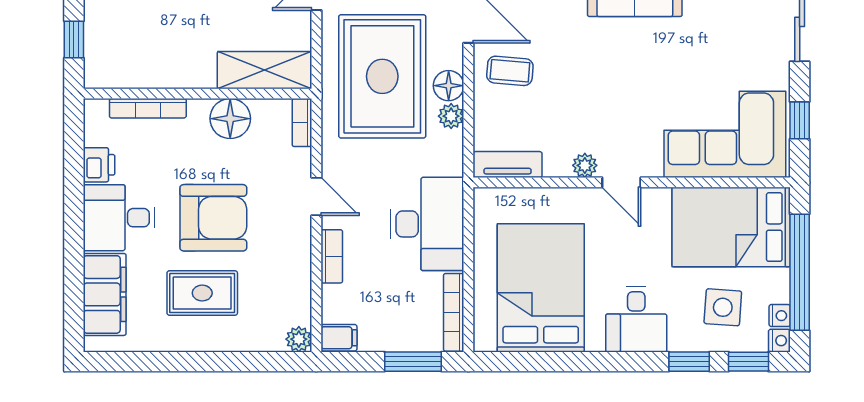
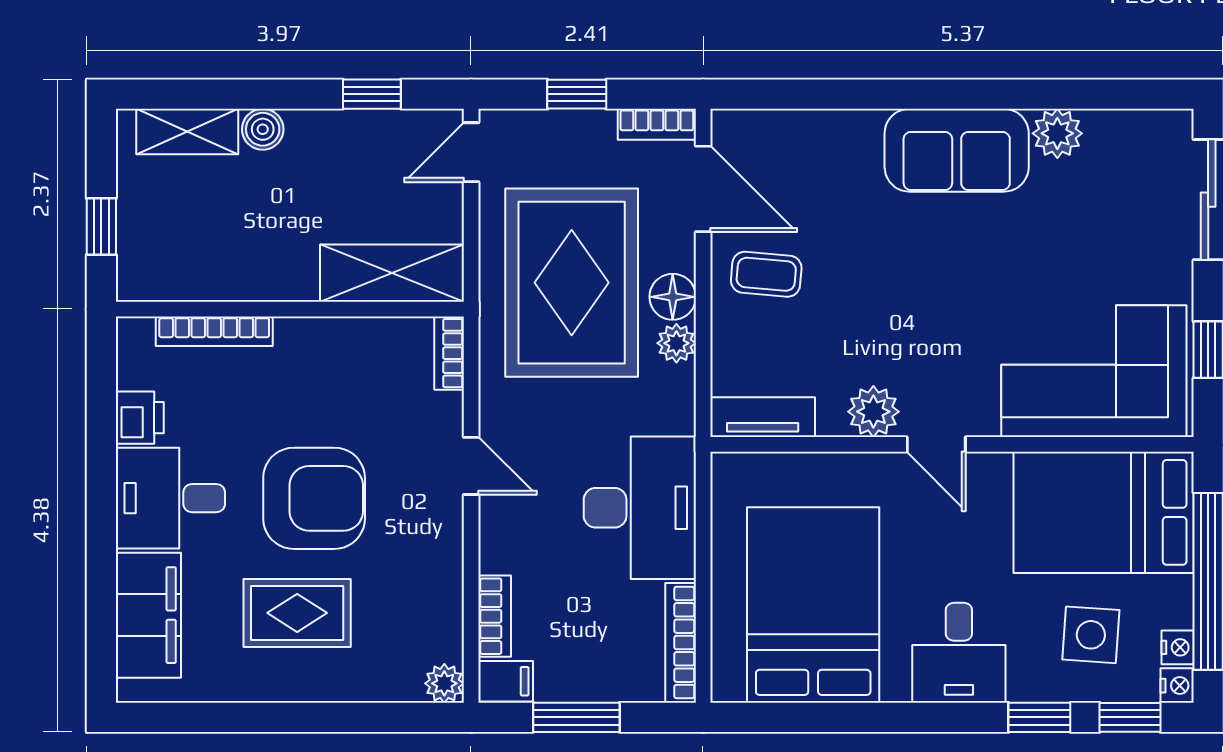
floor lamp: (230, 119) -> (340, 347), removed
plant: (585, 165) -> (873, 412), width x1.38, depth x1.38
bookcase: (332, 256) -> (495, 616), moved
window: (413, 362) -> (576, 717), moved

